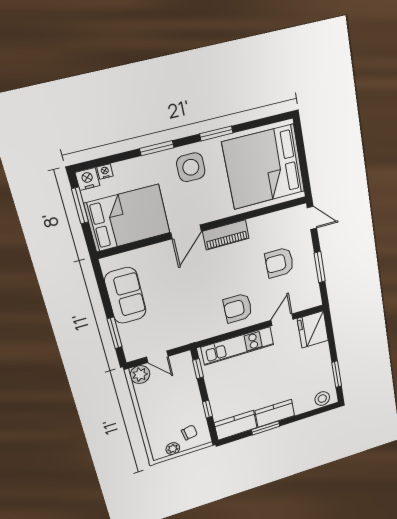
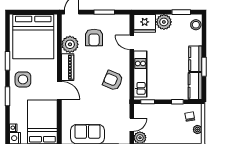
plant: (262, 229) -> (70, 44), added
armchair: (238, 308) -> (113, 80), moved, turned 113
plant: (319, 355) -> (164, 22), added

